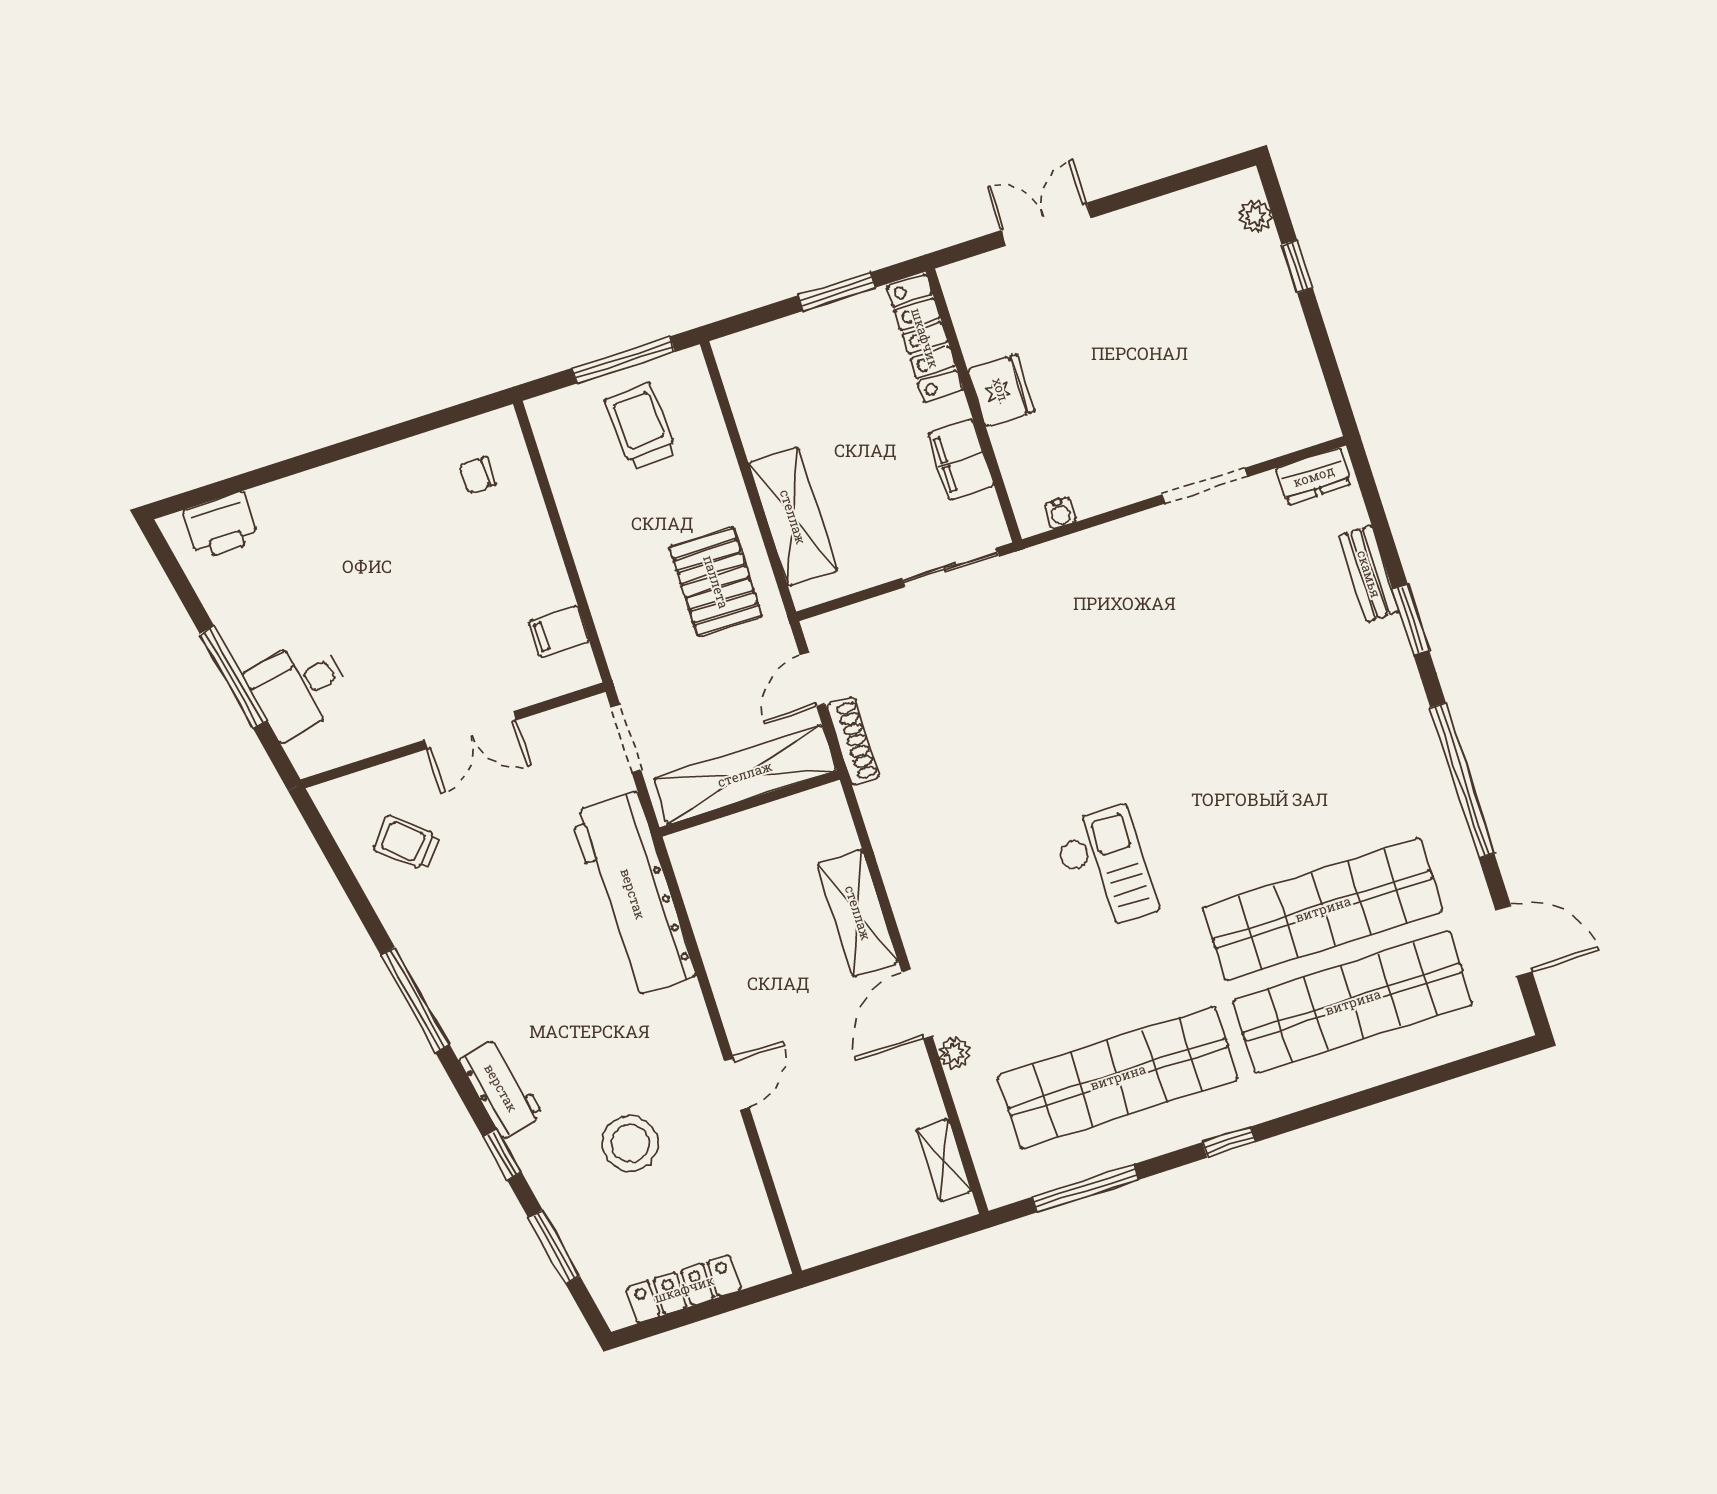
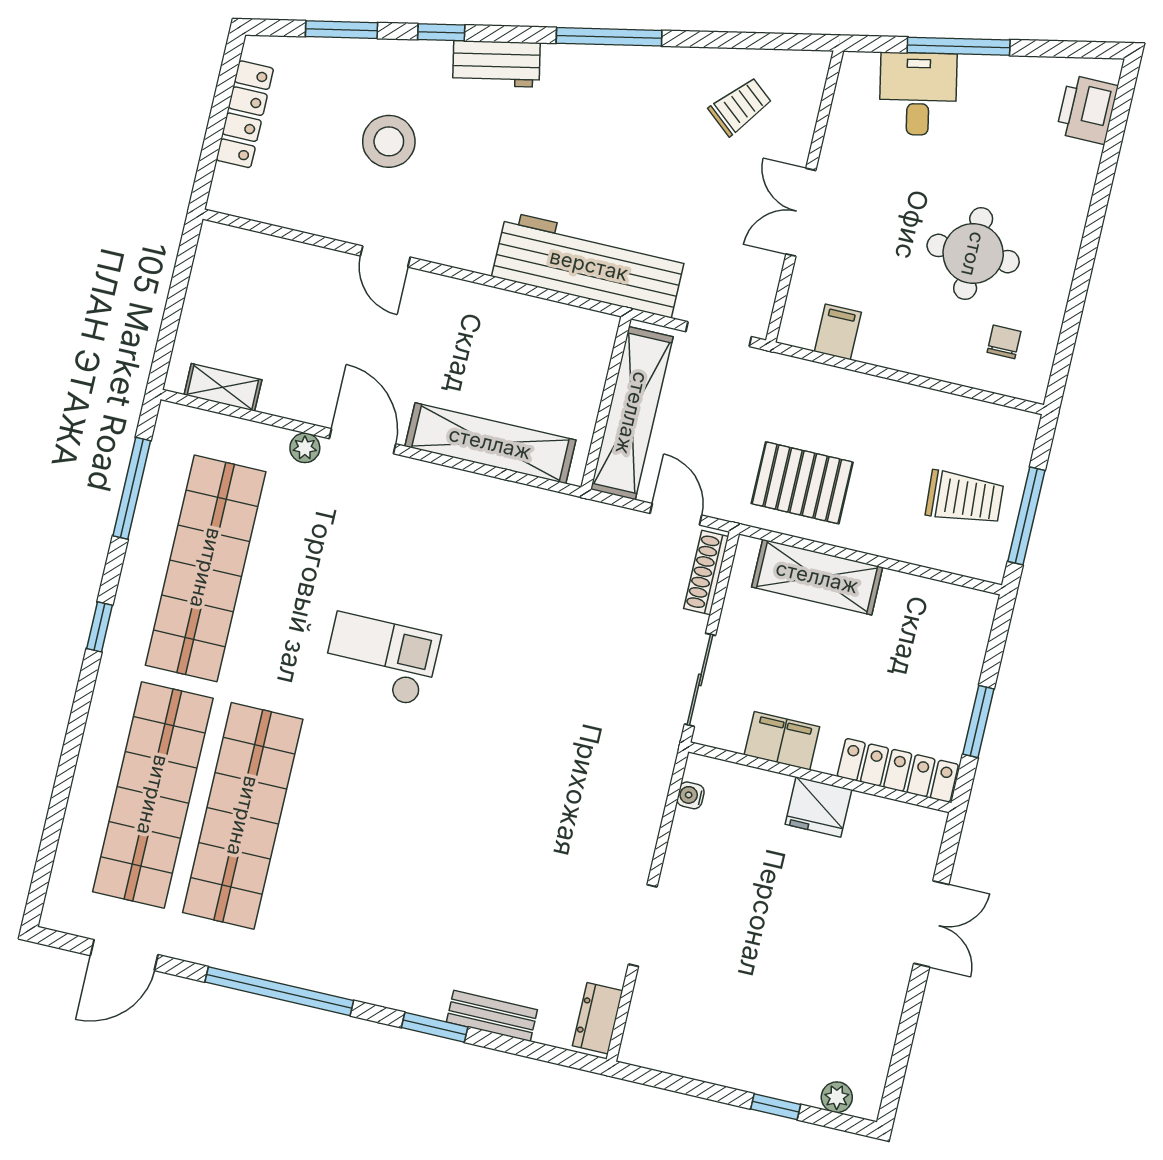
round table: (414, 551) -> (973, 254), added
shoe rack: (853, 741) -> (706, 573), moved, turned 90
checkout: (1105, 869) -> (381, 659), turned 180
shelving: (858, 913) -> (490, 443), width x1.47

